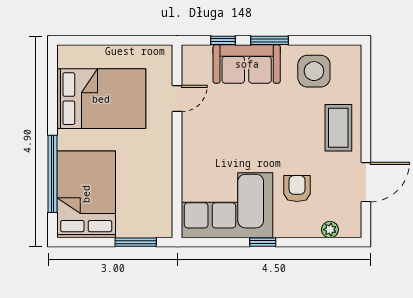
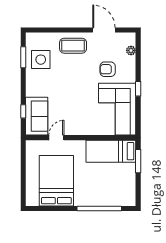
window: (270, 40) -> (23, 57), moved
sofa: (247, 64) -> (37, 116), moved
door: (177, 99) -> (56, 138), hinge flipped
bed: (86, 194) -> (111, 151), moved, width x0.67

